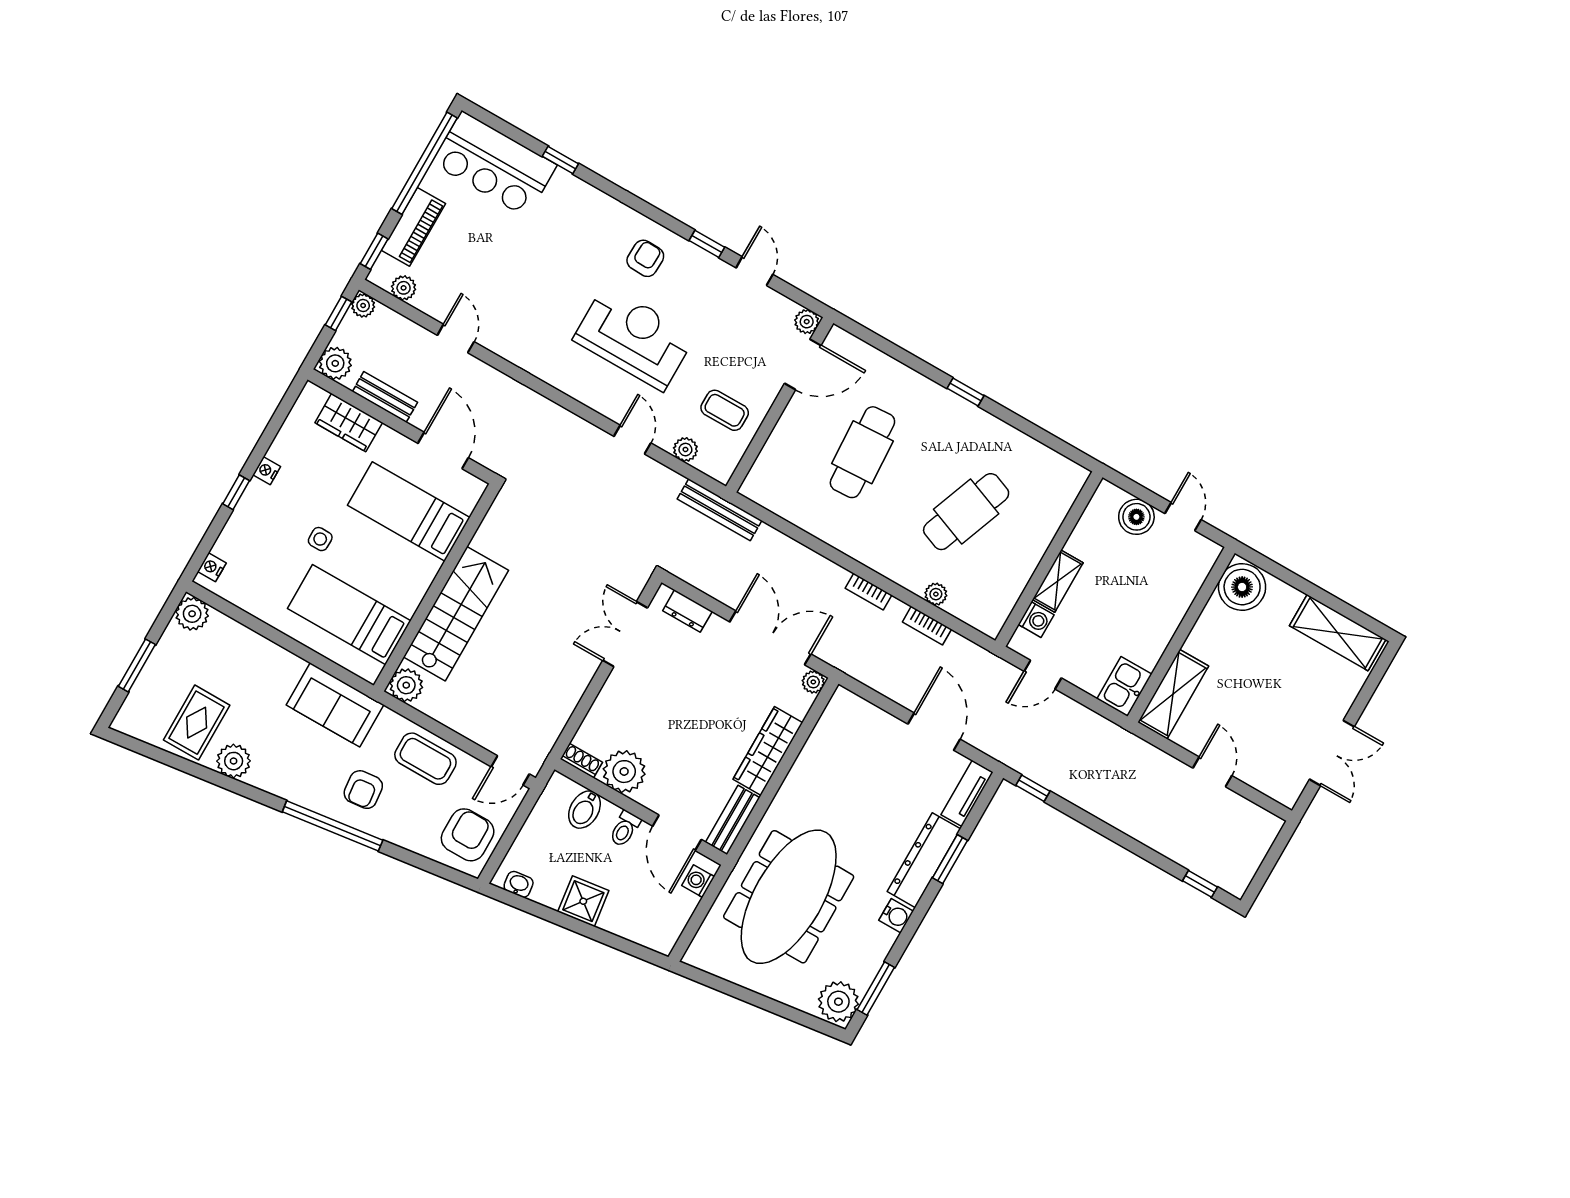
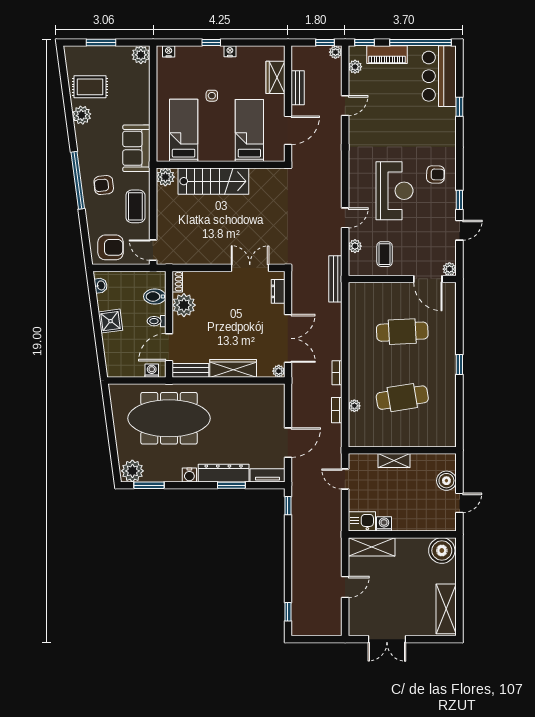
plant: (335, 363) -> (300, 55), removed
cafe table: (966, 512) -> (402, 398), turned -30
washing machine: (1036, 620) -> (384, 524), moved, turned 180

